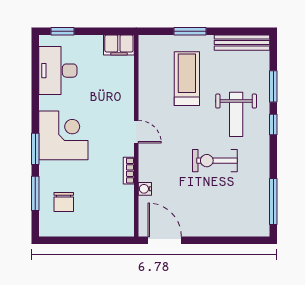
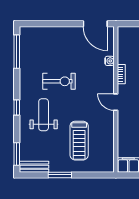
window: (190, 31) -> (60, 175), moved
bench: (242, 43) -> (34, 167), width x0.73
window: (273, 86) -> (17, 154), moved

